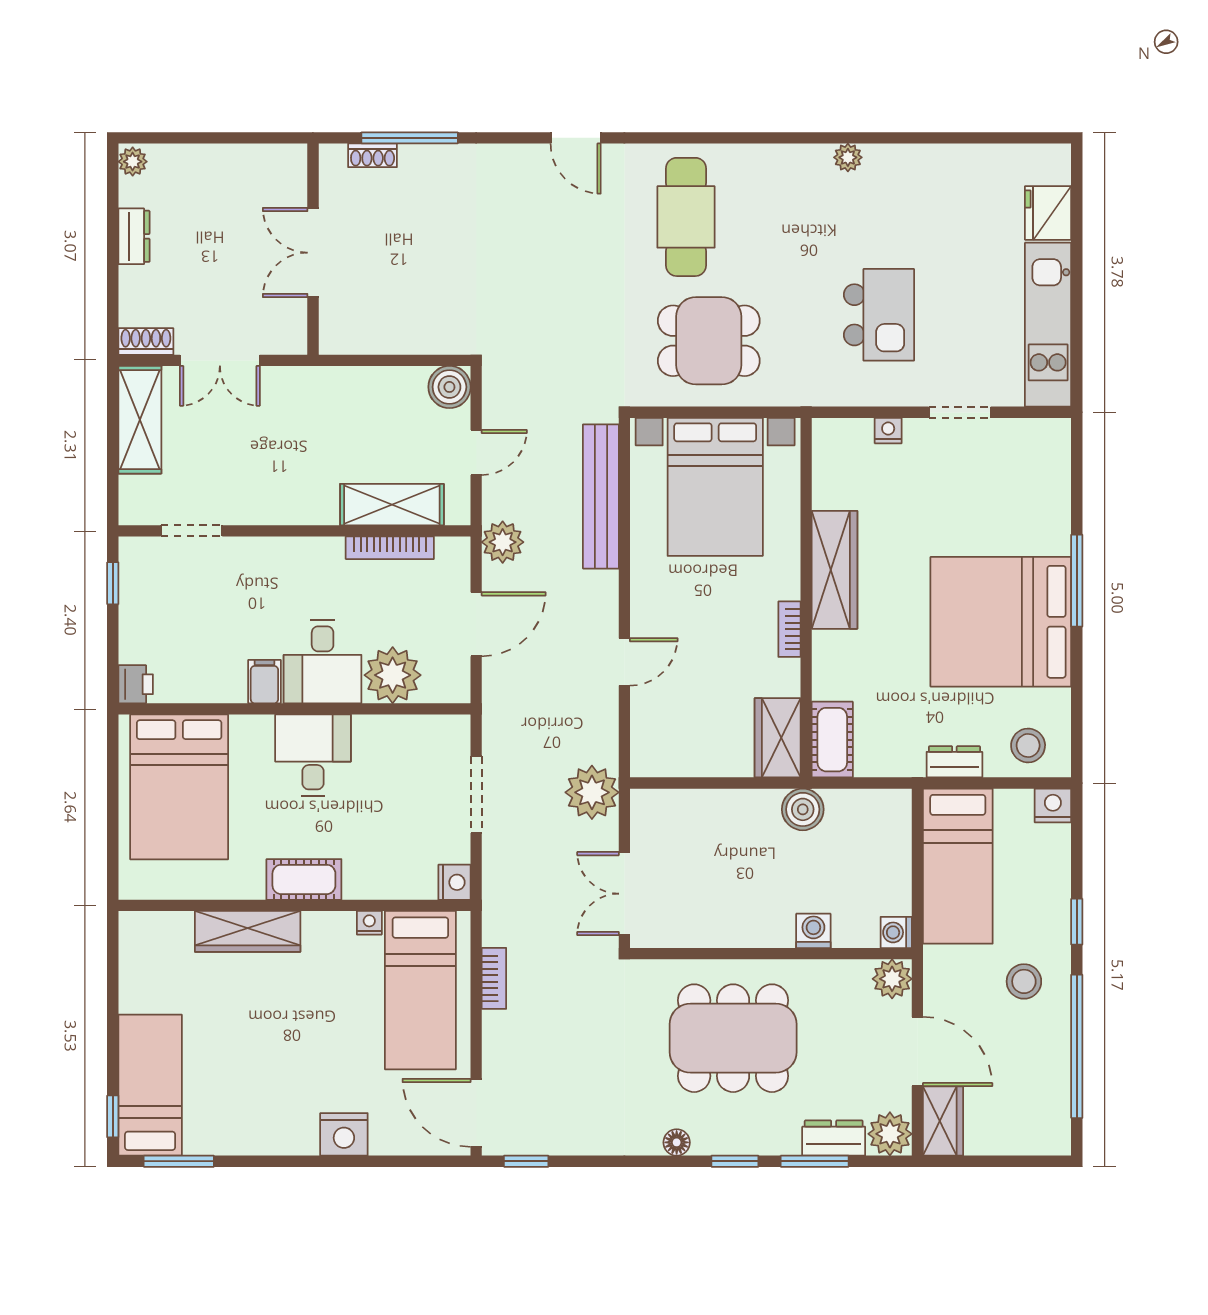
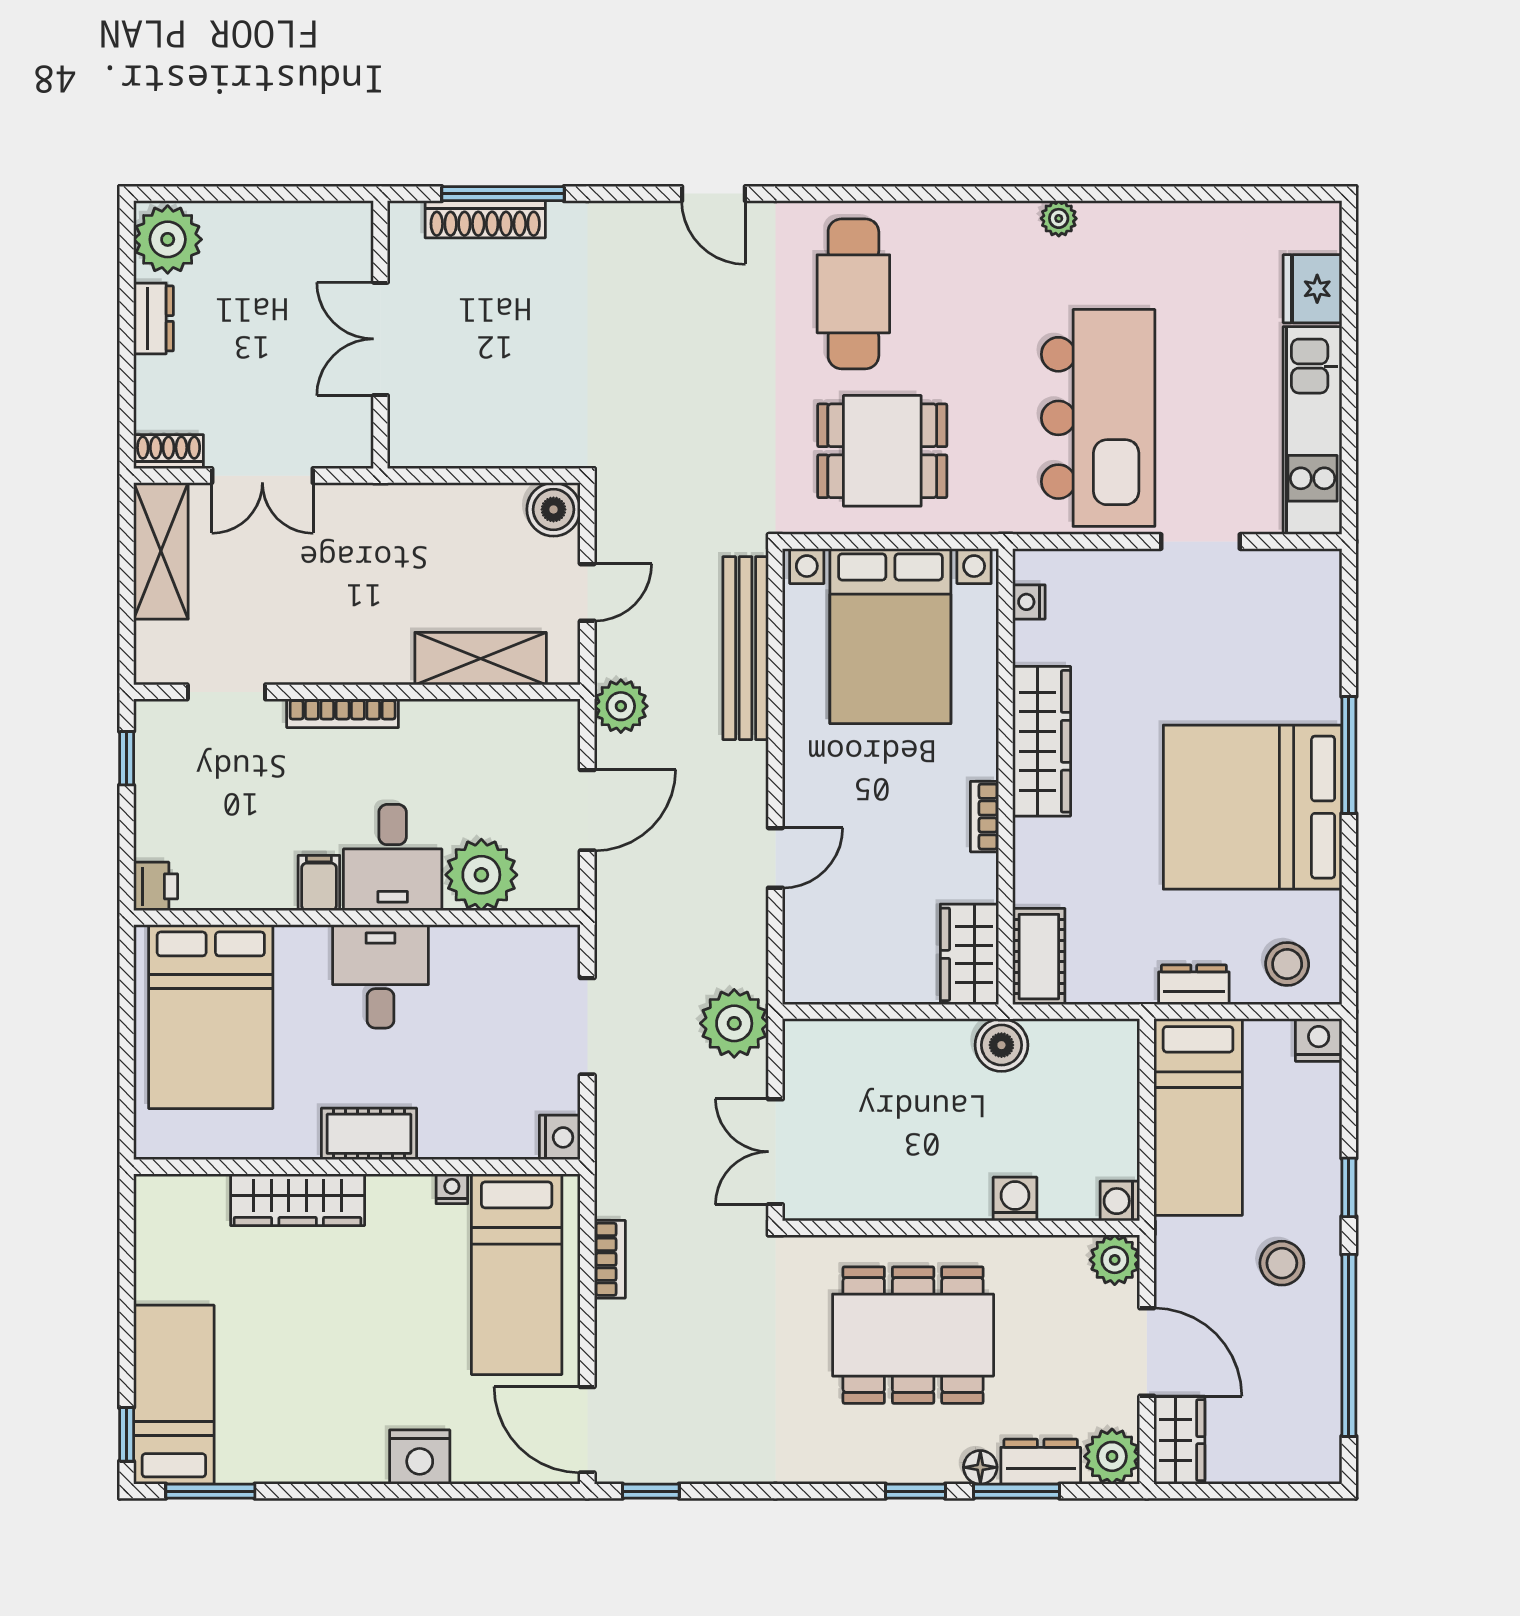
shoe rack: (373, 155) -> (485, 219), width x1.94, depth x1.24
plant: (133, 162) -> (168, 239), width x1.88, depth x1.88
kitchen island: (879, 315) -> (1098, 418), width x1.87, depth x1.28
nightstand: (888, 431) -> (1029, 602), moved, turned -90
bookcase: (390, 548) -> (343, 713), moved
floor lamp: (677, 1142) -> (980, 1467), moved

